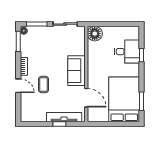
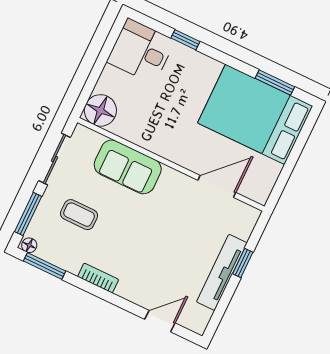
desk: (127, 52) -> (141, 51), moved, turned -90
sofa: (77, 71) -> (128, 167), moved
coffee table: (44, 85) -> (79, 215), moved
door: (18, 86) -> (160, 321), moved
tv unit: (64, 117) -> (222, 272), moved

